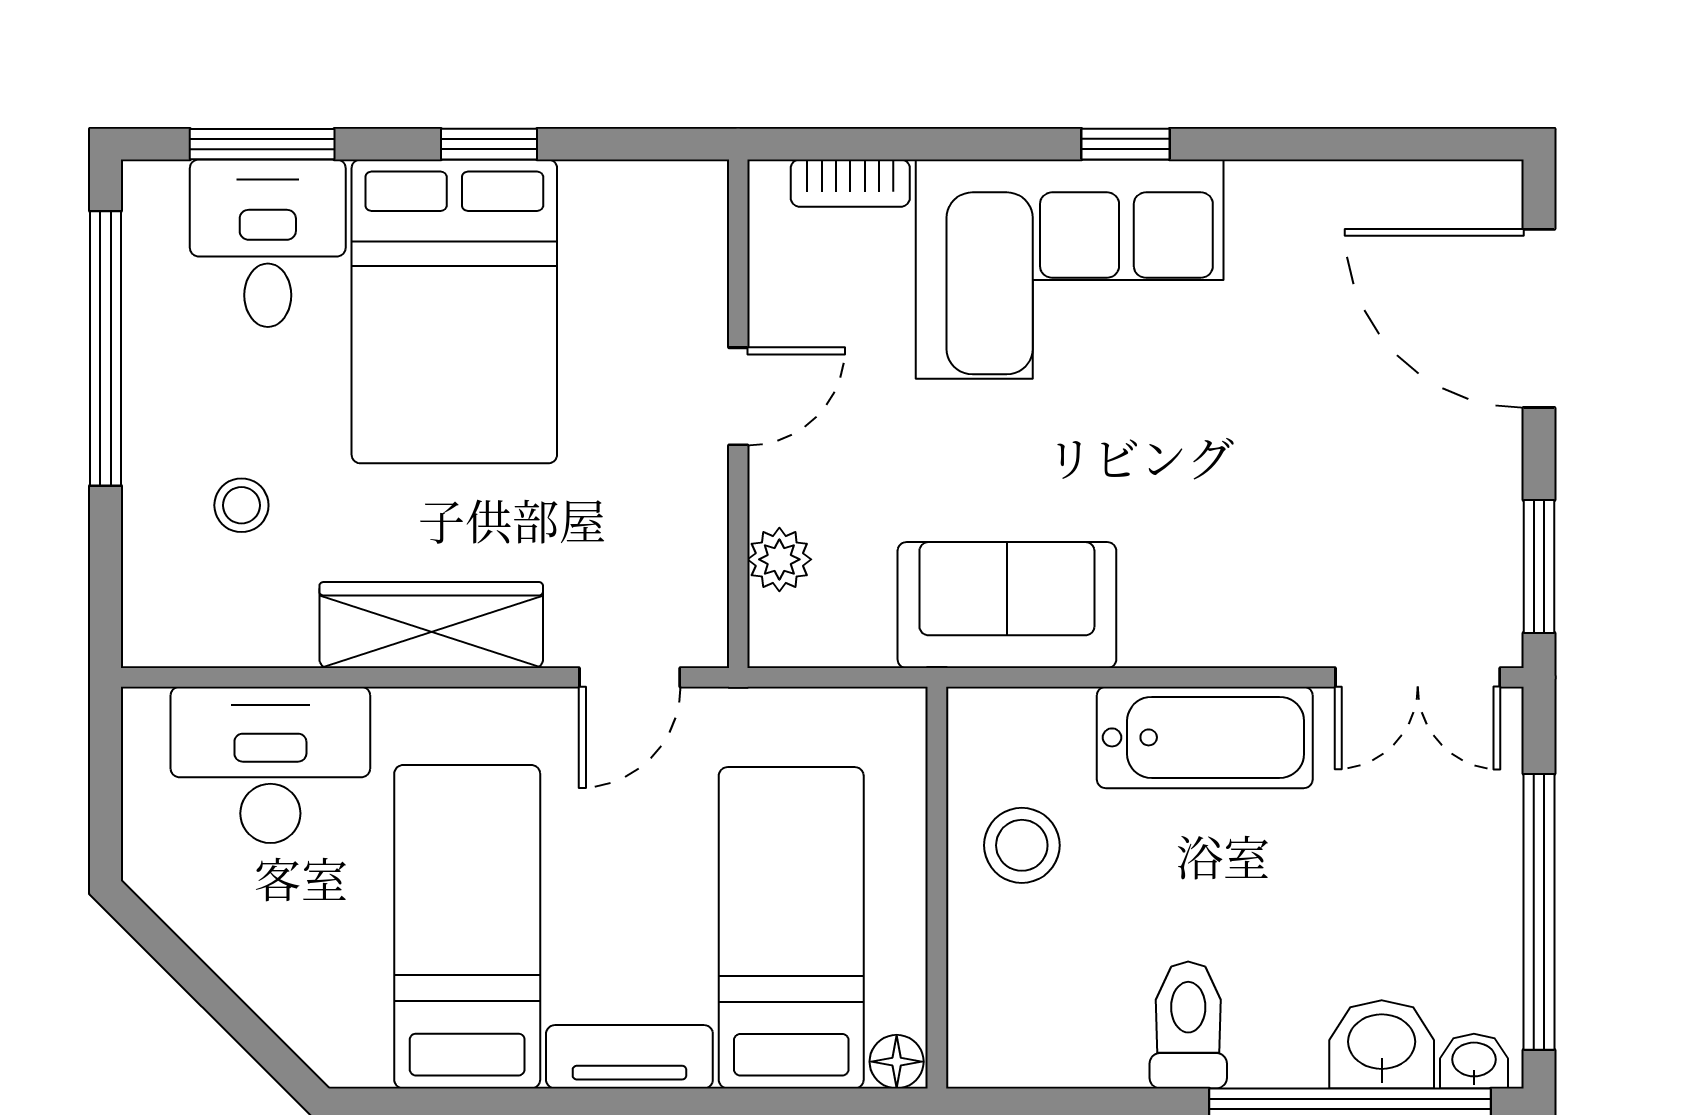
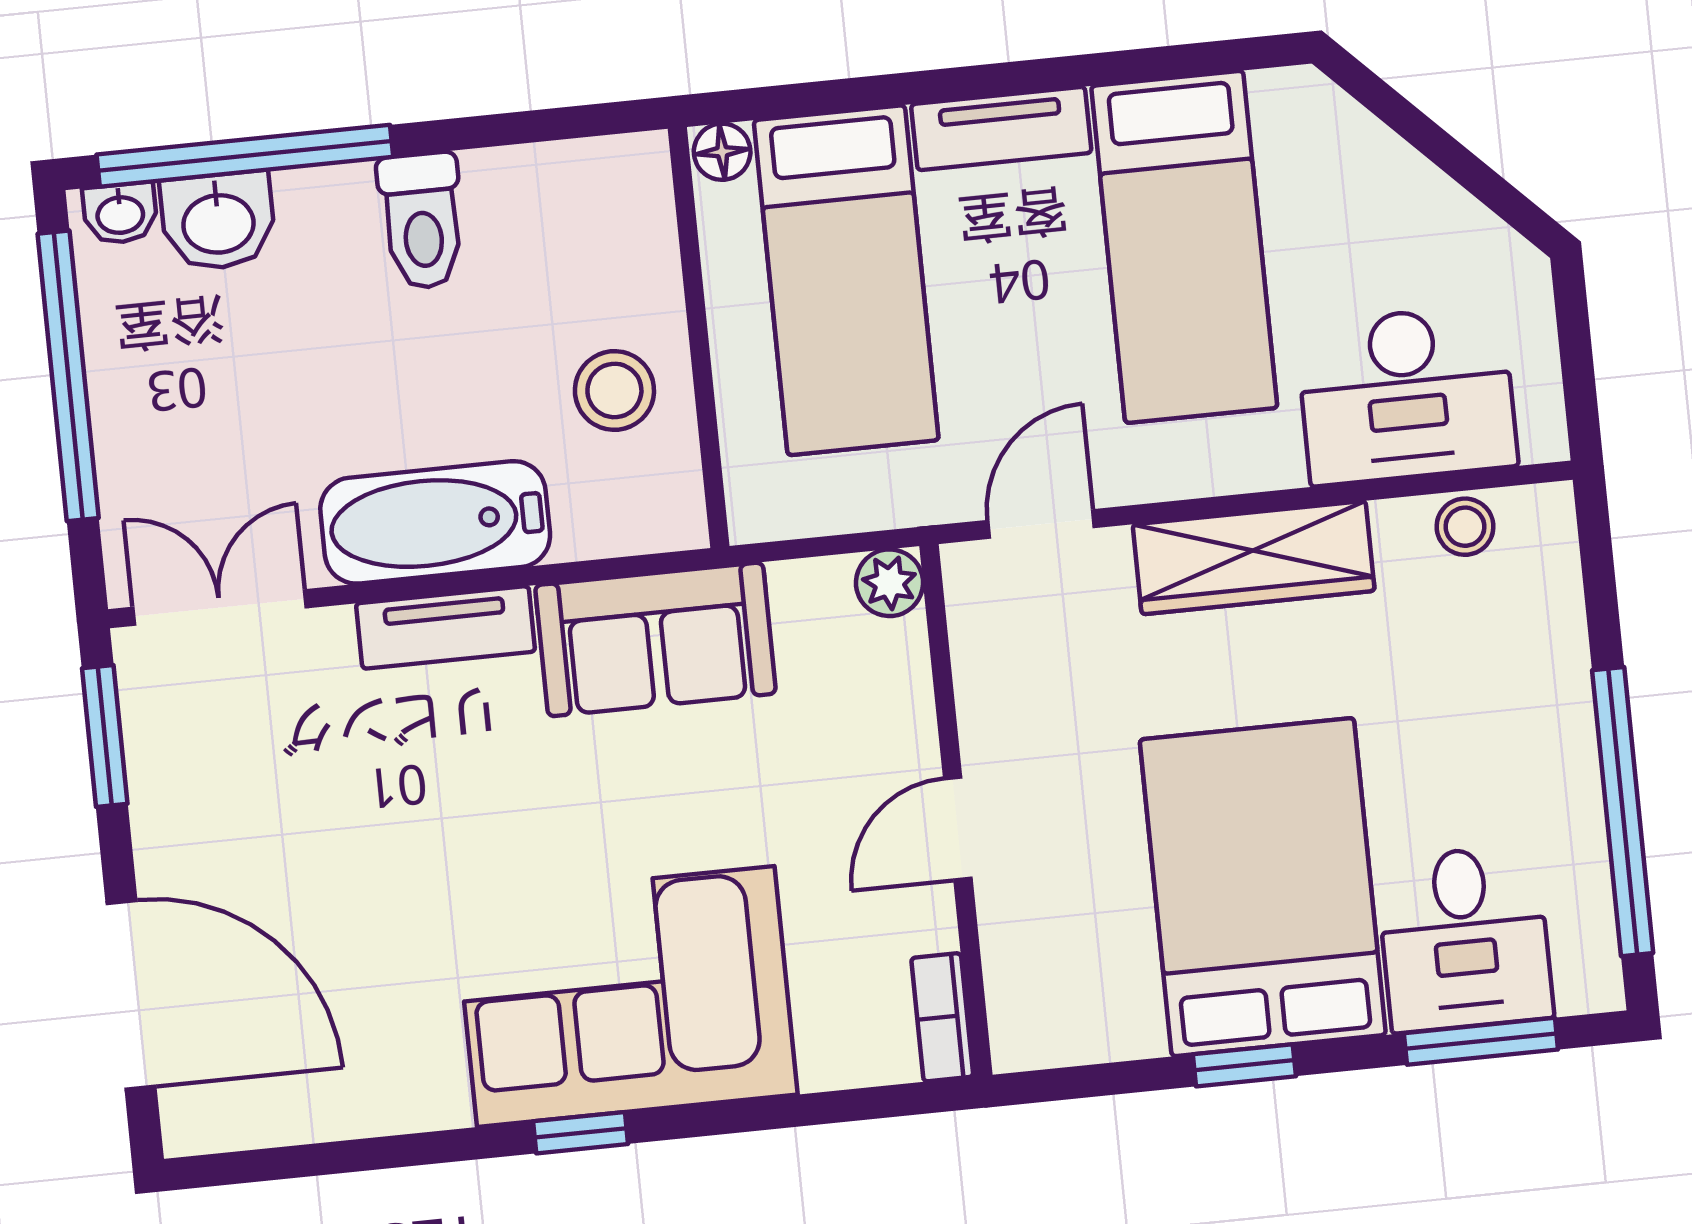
bookcase: (850, 183) -> (942, 1017), moved, turned -90
stool: (241, 505) -> (1465, 527), moved
plant: (779, 559) -> (889, 583), moved
tv unit: (1205, 637) -> (446, 627), added

